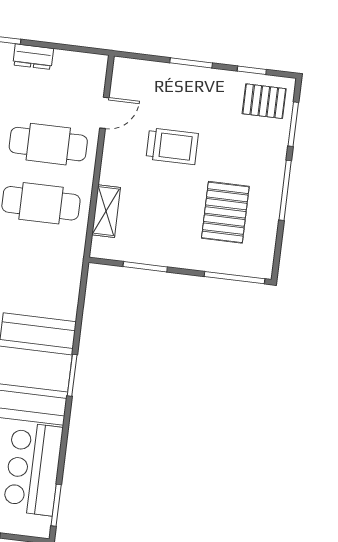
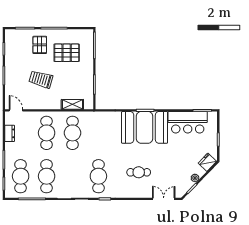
dresser: (33, 57) -> (10, 133), moved
pallet: (264, 101) -> (40, 45), moved
door: (104, 113) -> (16, 110), moved
trolley: (172, 146) -> (41, 79), turned -74

